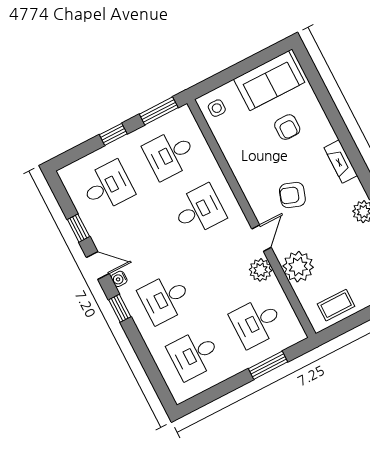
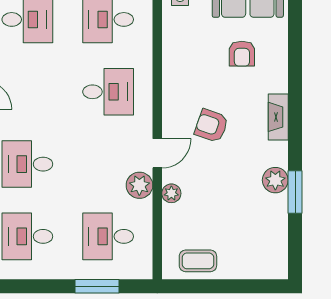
plant: (298, 267) -> (171, 193), width x0.53, depth x0.53

